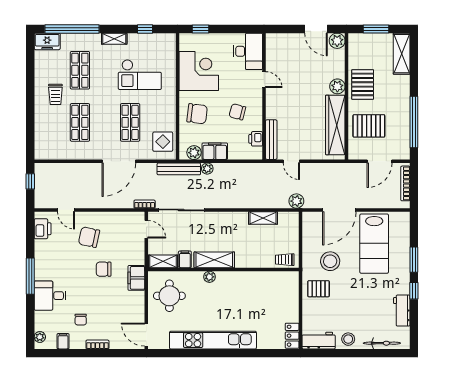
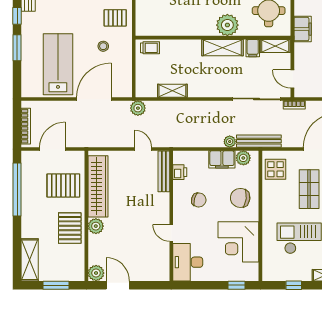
stool: (330, 261) -> (103, 46), width x0.53, depth x0.53
plant: (209, 277) -> (227, 25), width x1.88, depth x1.88

